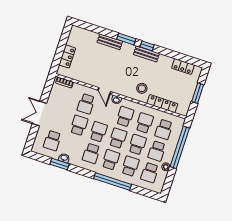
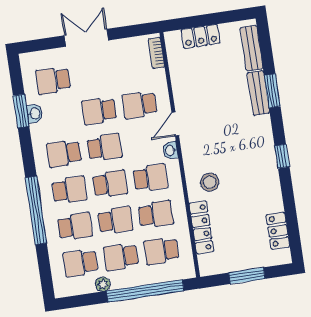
window: (126, 39) -> (272, 91), moved
bench: (146, 54) -> (252, 48), moved
school desk: (79, 125) -> (99, 111), turned 180

